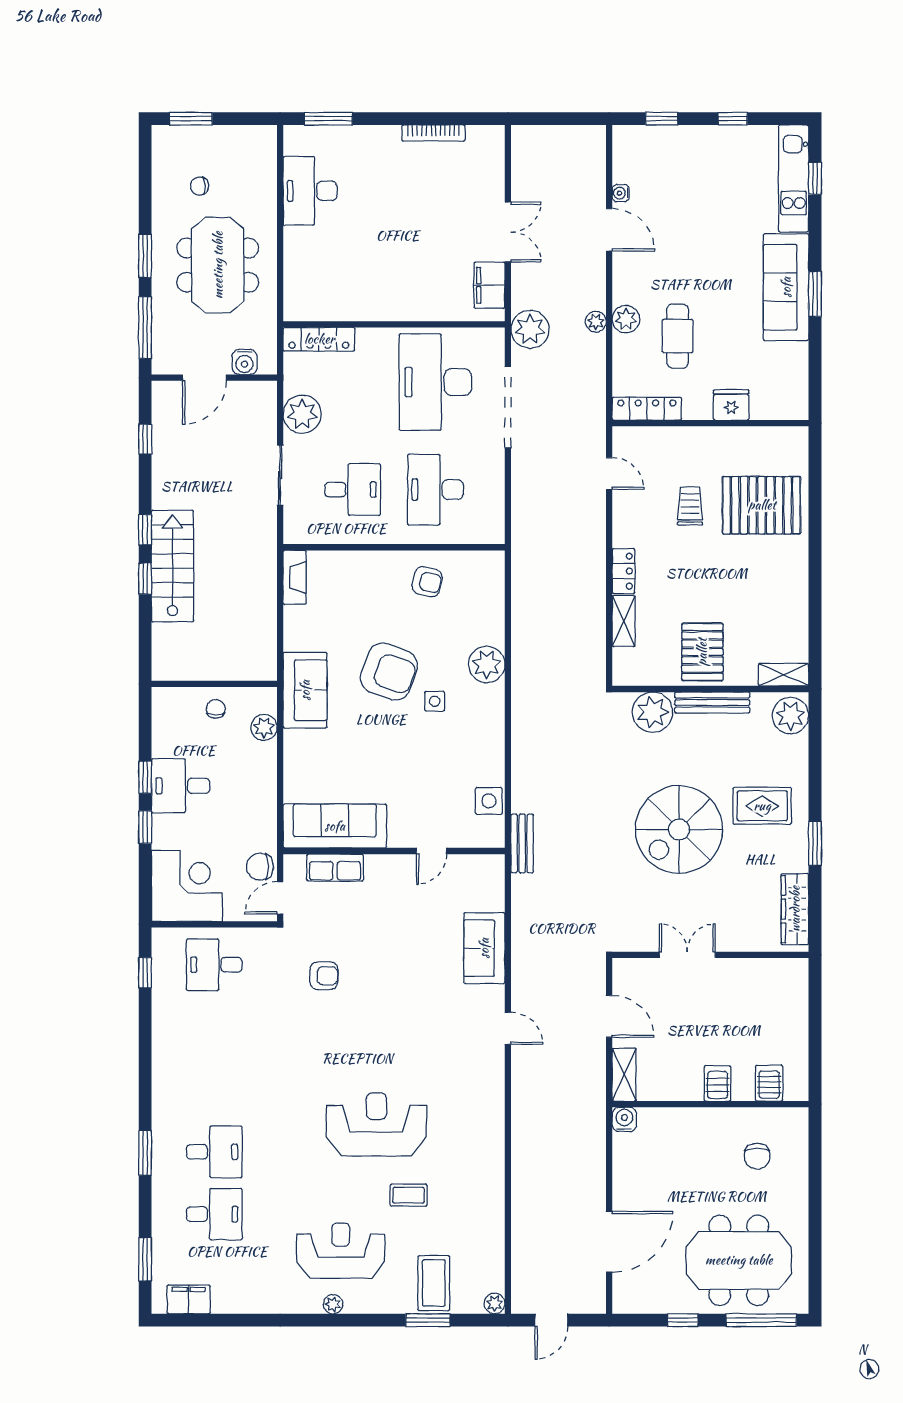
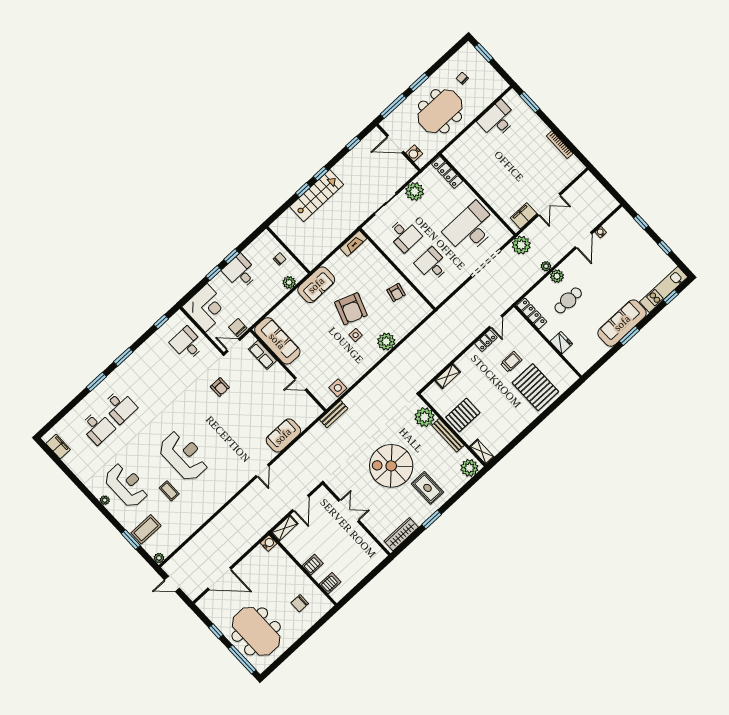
desk: (435, 490) -> (432, 265), width x0.73
locker: (624, 571) -> (486, 341), moved
window: (145, 1259) -> (123, 357), moved

